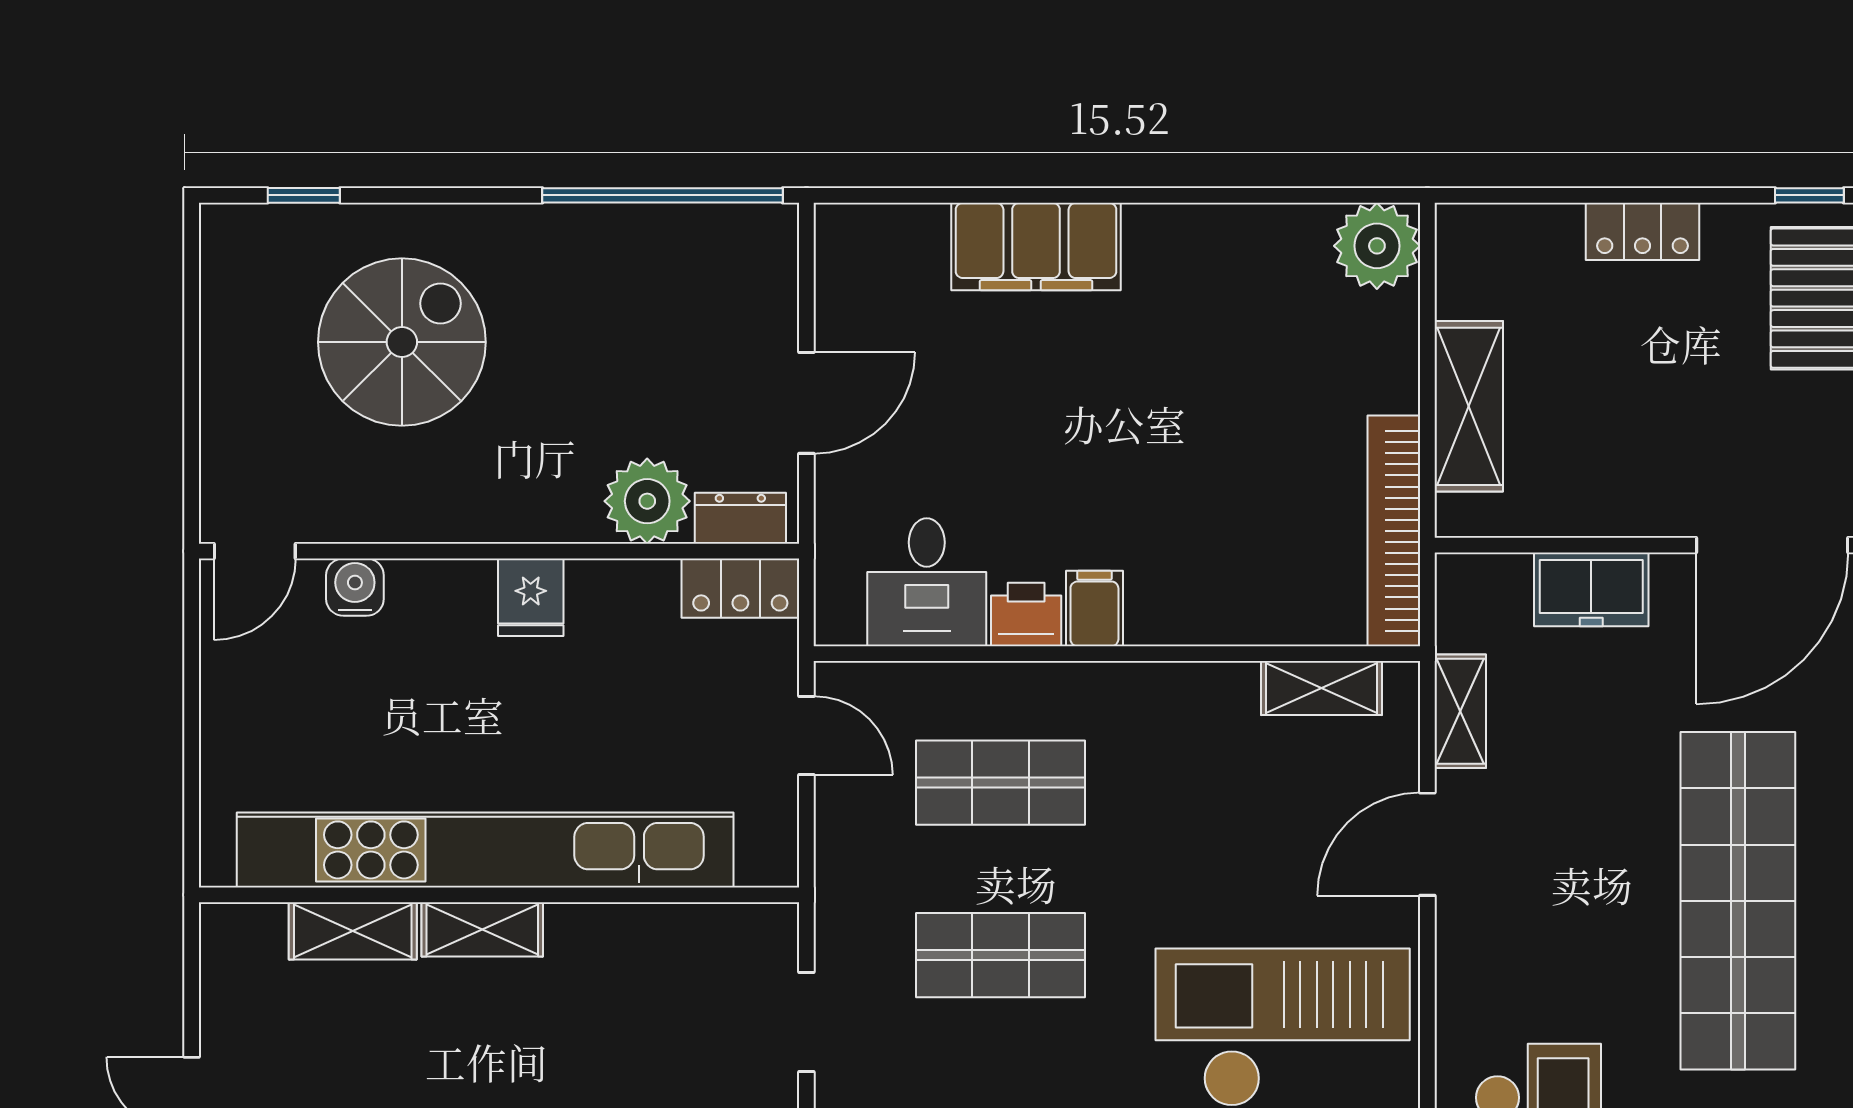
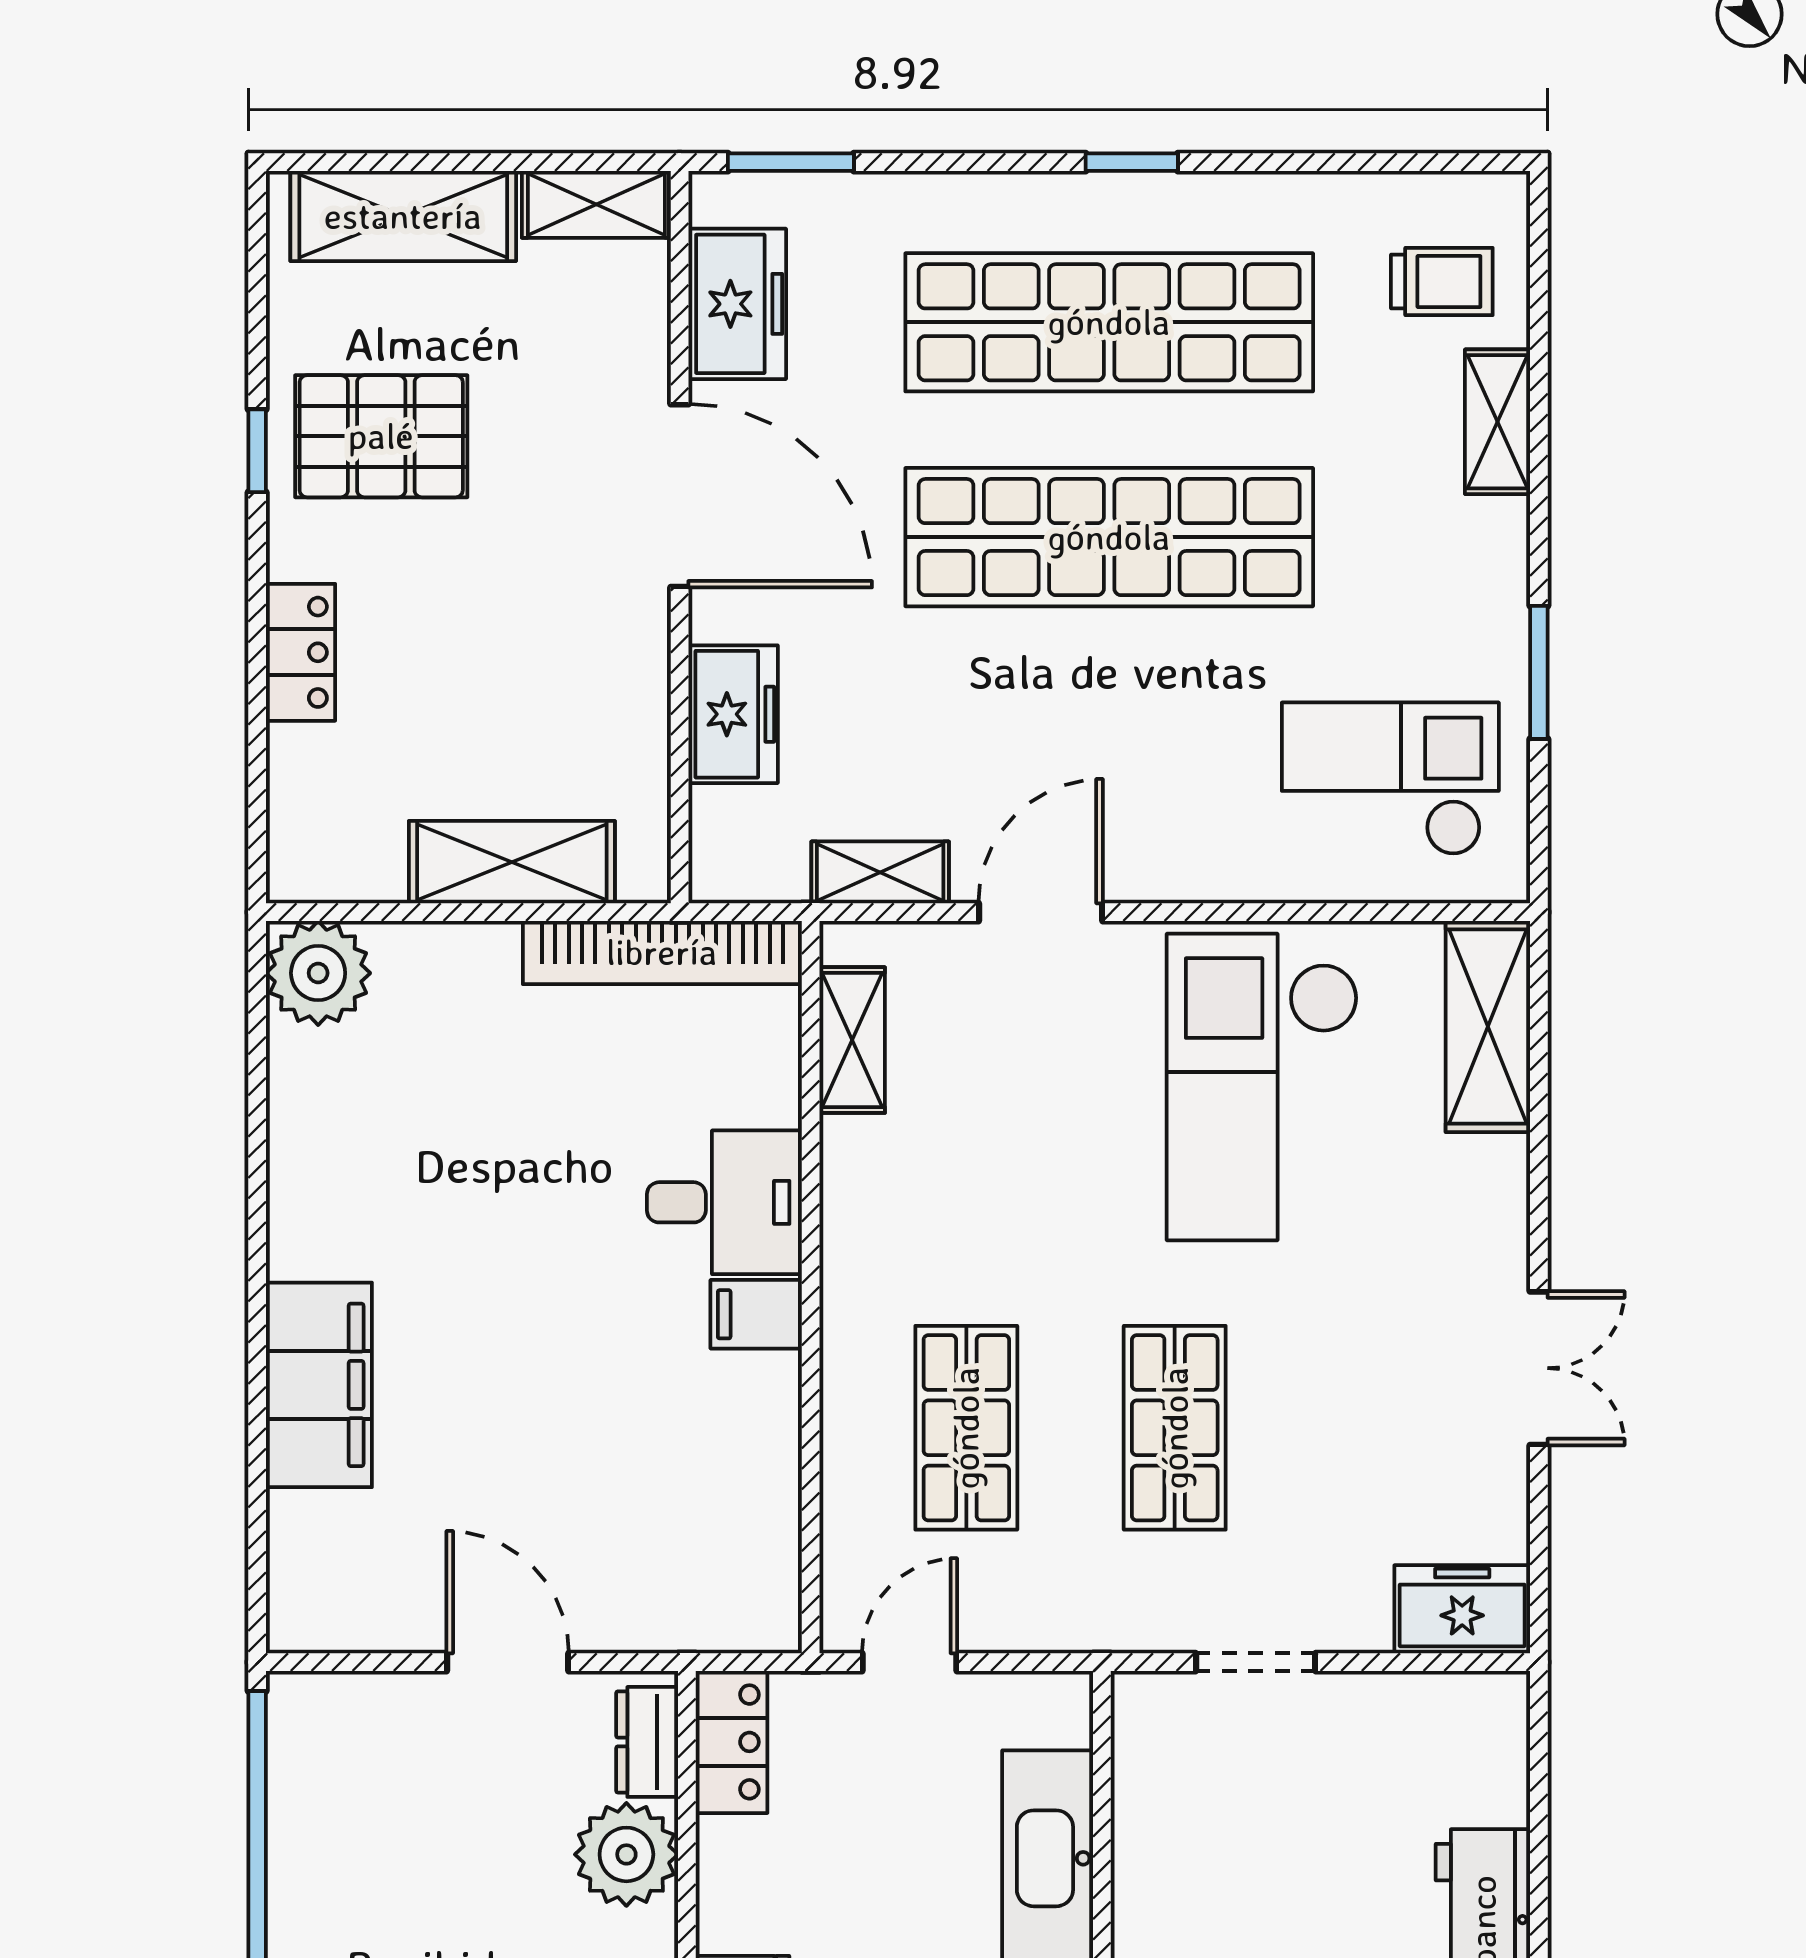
desk: (927, 582) -> (724, 1202), moved
printer: (1026, 614) -> (763, 1397), removed
door: (1427, 844) -> (1041, 912), swing flipped

